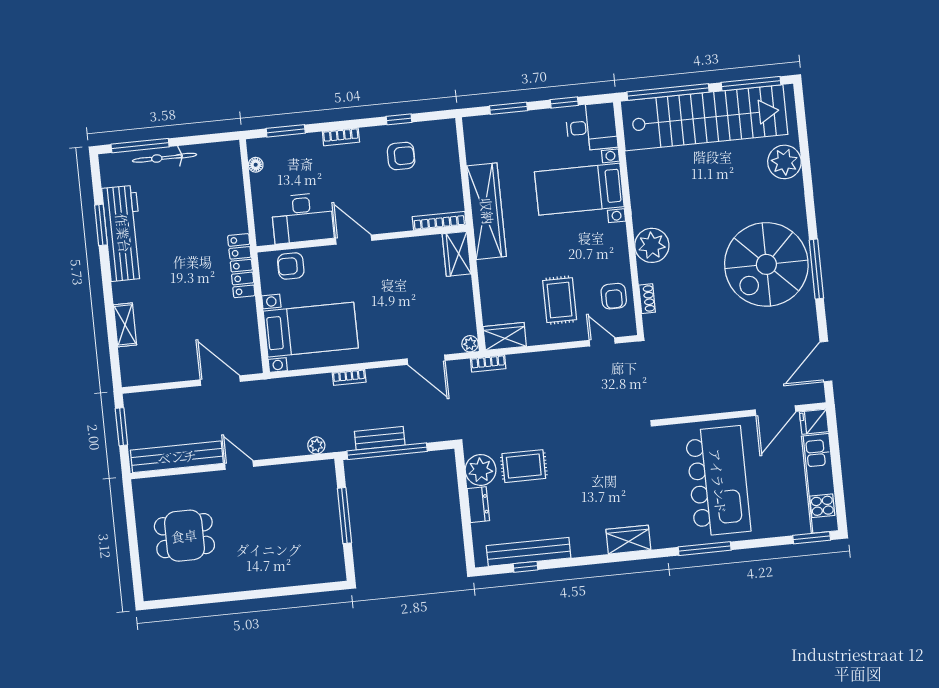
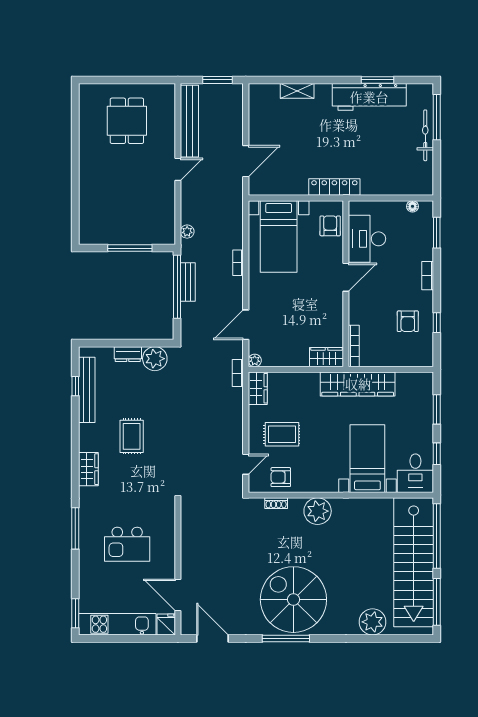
rug: (524, 466) -> (132, 436), moved
kitchen island: (718, 481) -> (127, 544), width x0.54, depth x0.78

